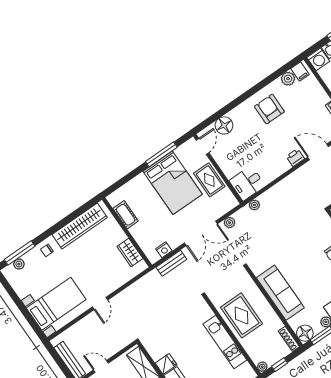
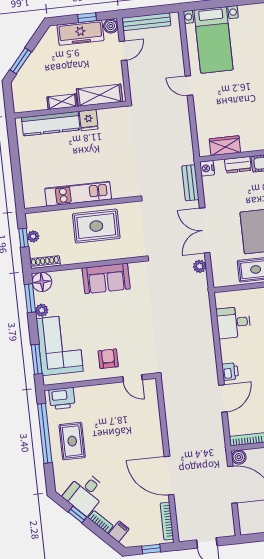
desk: (247, 183) -> (233, 322), moved, turned -90
plant: (254, 205) -> (204, 302), removed
dresser: (139, 235) -> (238, 165), added
nightstand: (164, 250) -> (207, 168), moved
sofa: (280, 293) -> (106, 278), width x0.73
plant: (262, 367) -> (33, 236), moved

